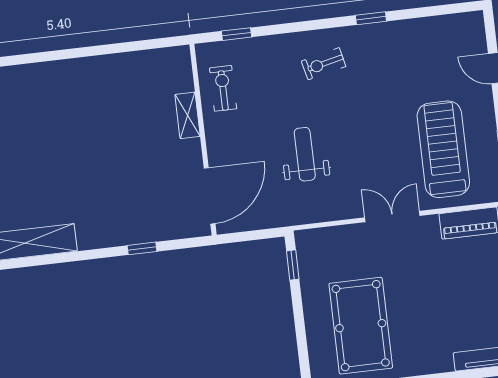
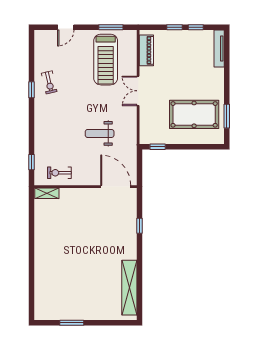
exercise bike: (324, 64) -> (49, 82), moved
shelving: (188, 115) -> (47, 193), moved
treadmill: (443, 149) -> (106, 60), turned -90

